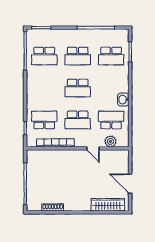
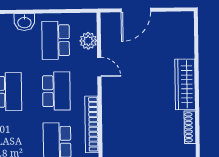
door: (93, 148) -> (99, 67), hinge flipped
door: (130, 184) -> (136, 10), moved
wardrobe: (108, 205) -> (185, 84), moved

